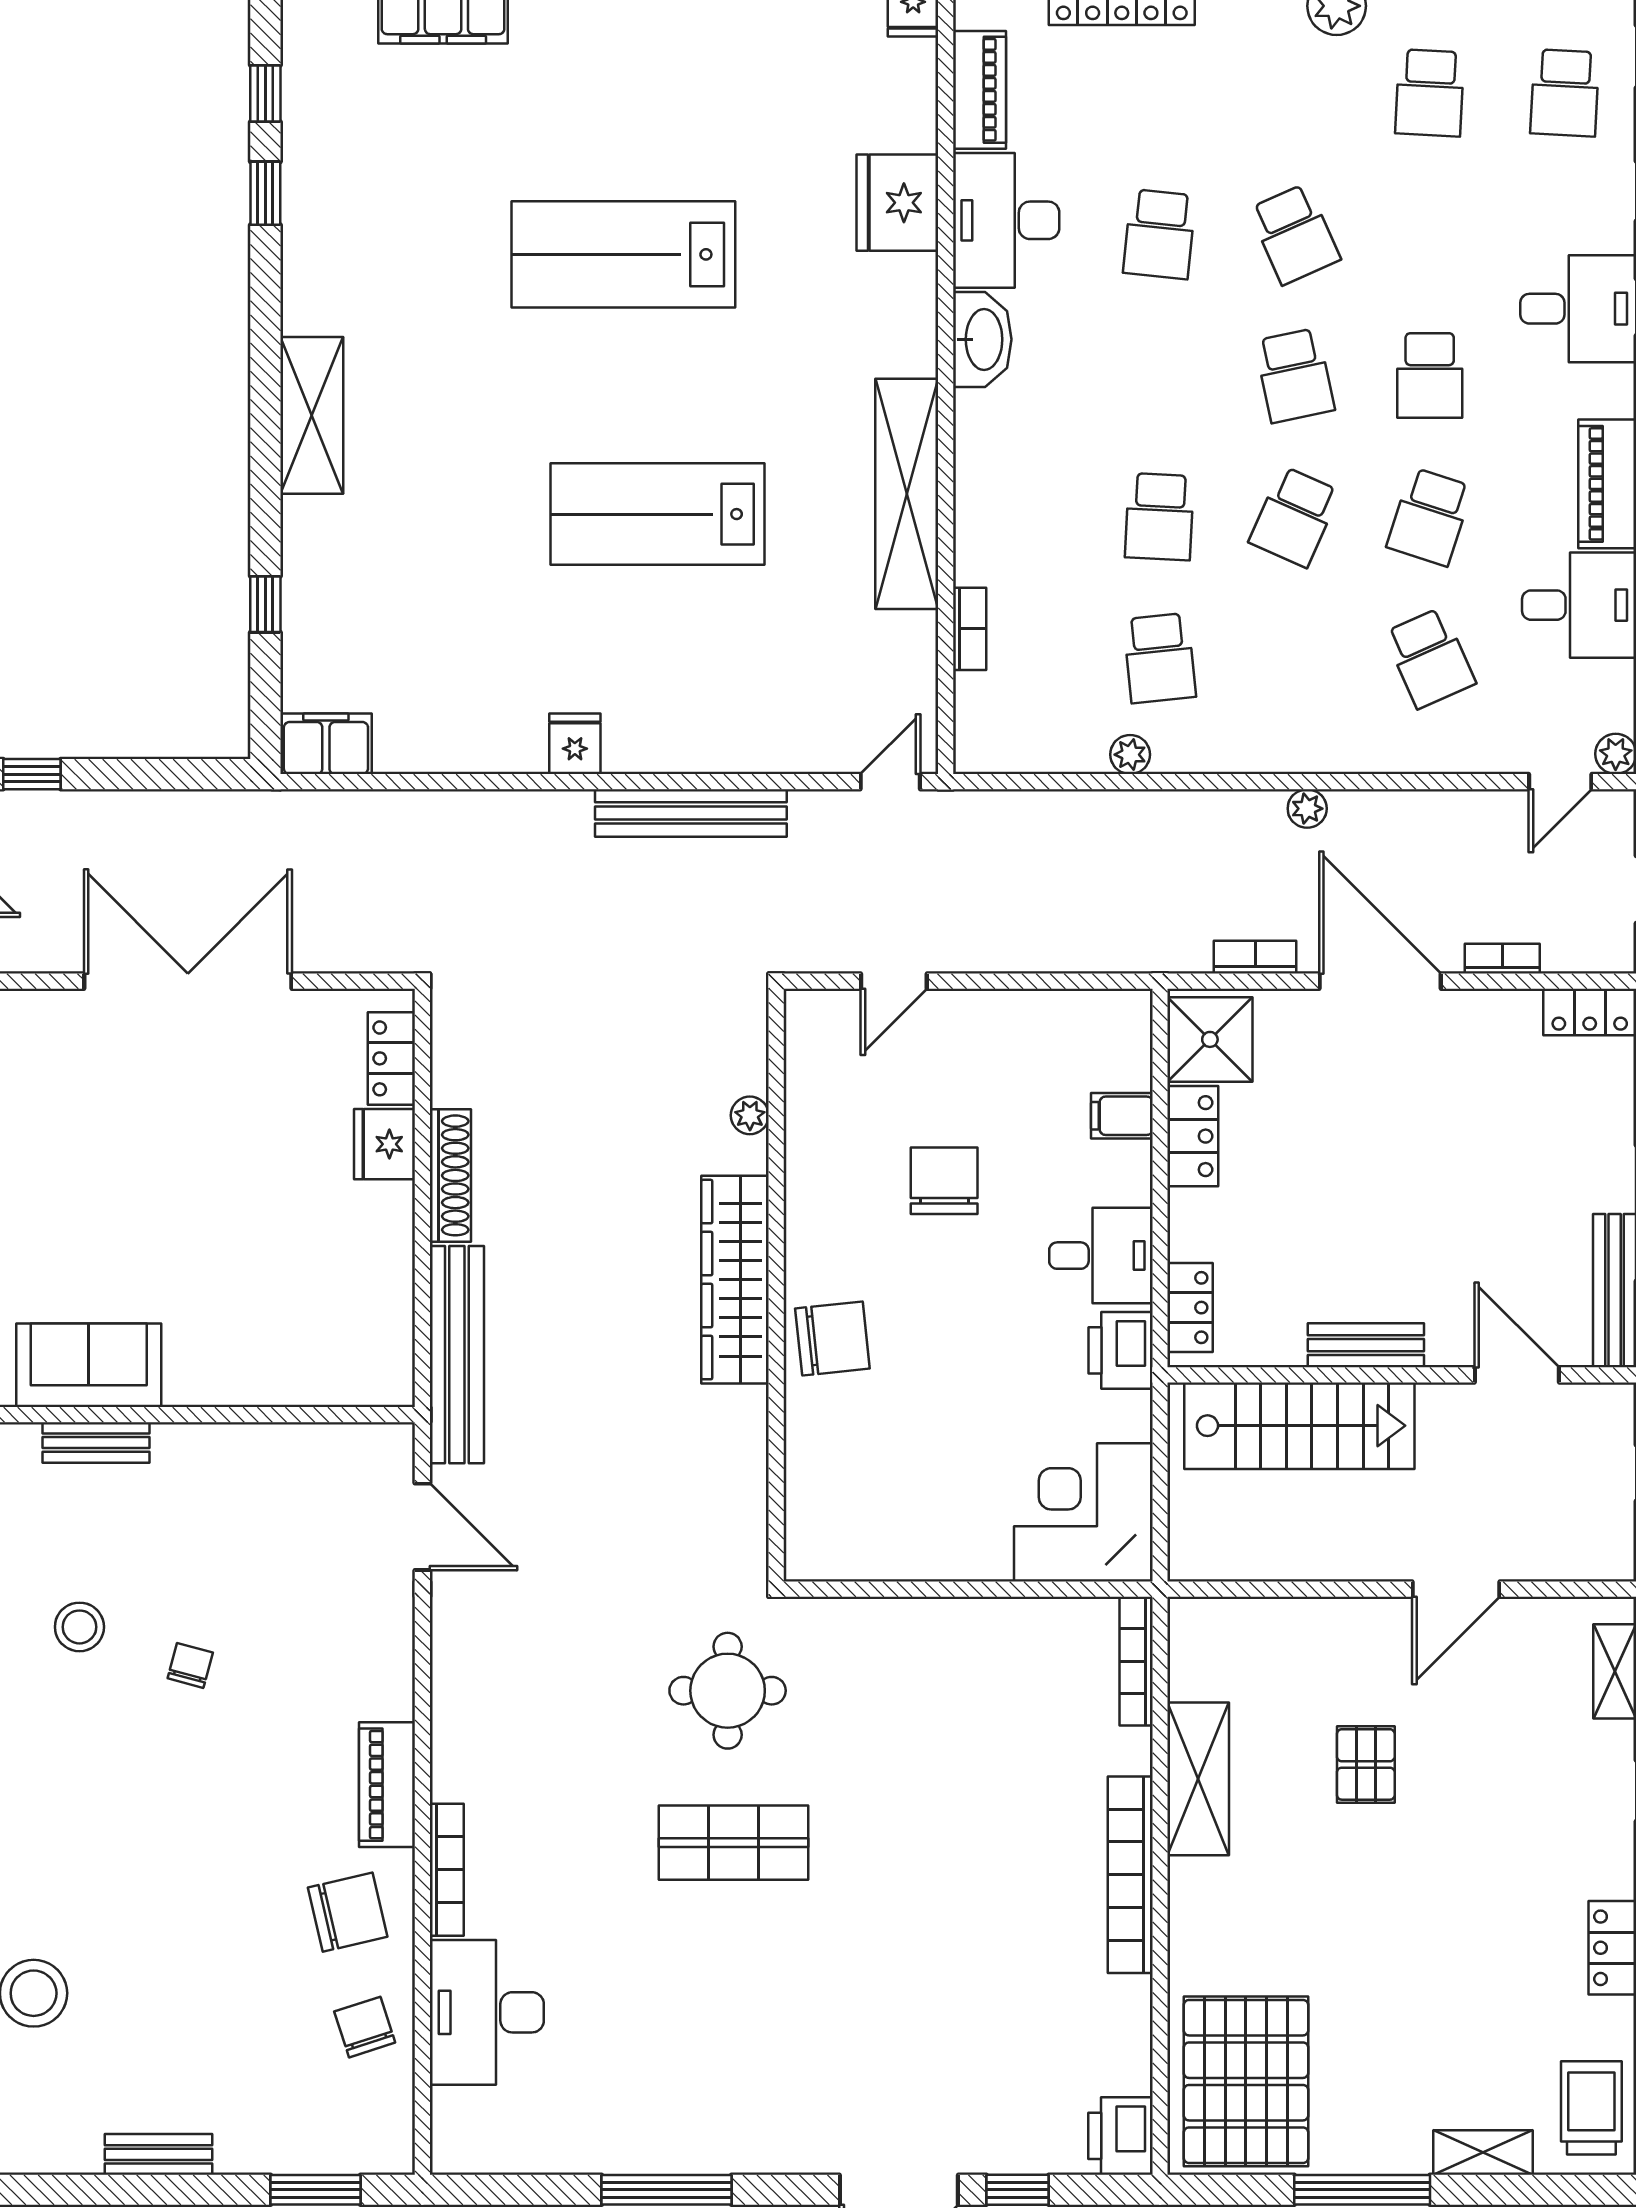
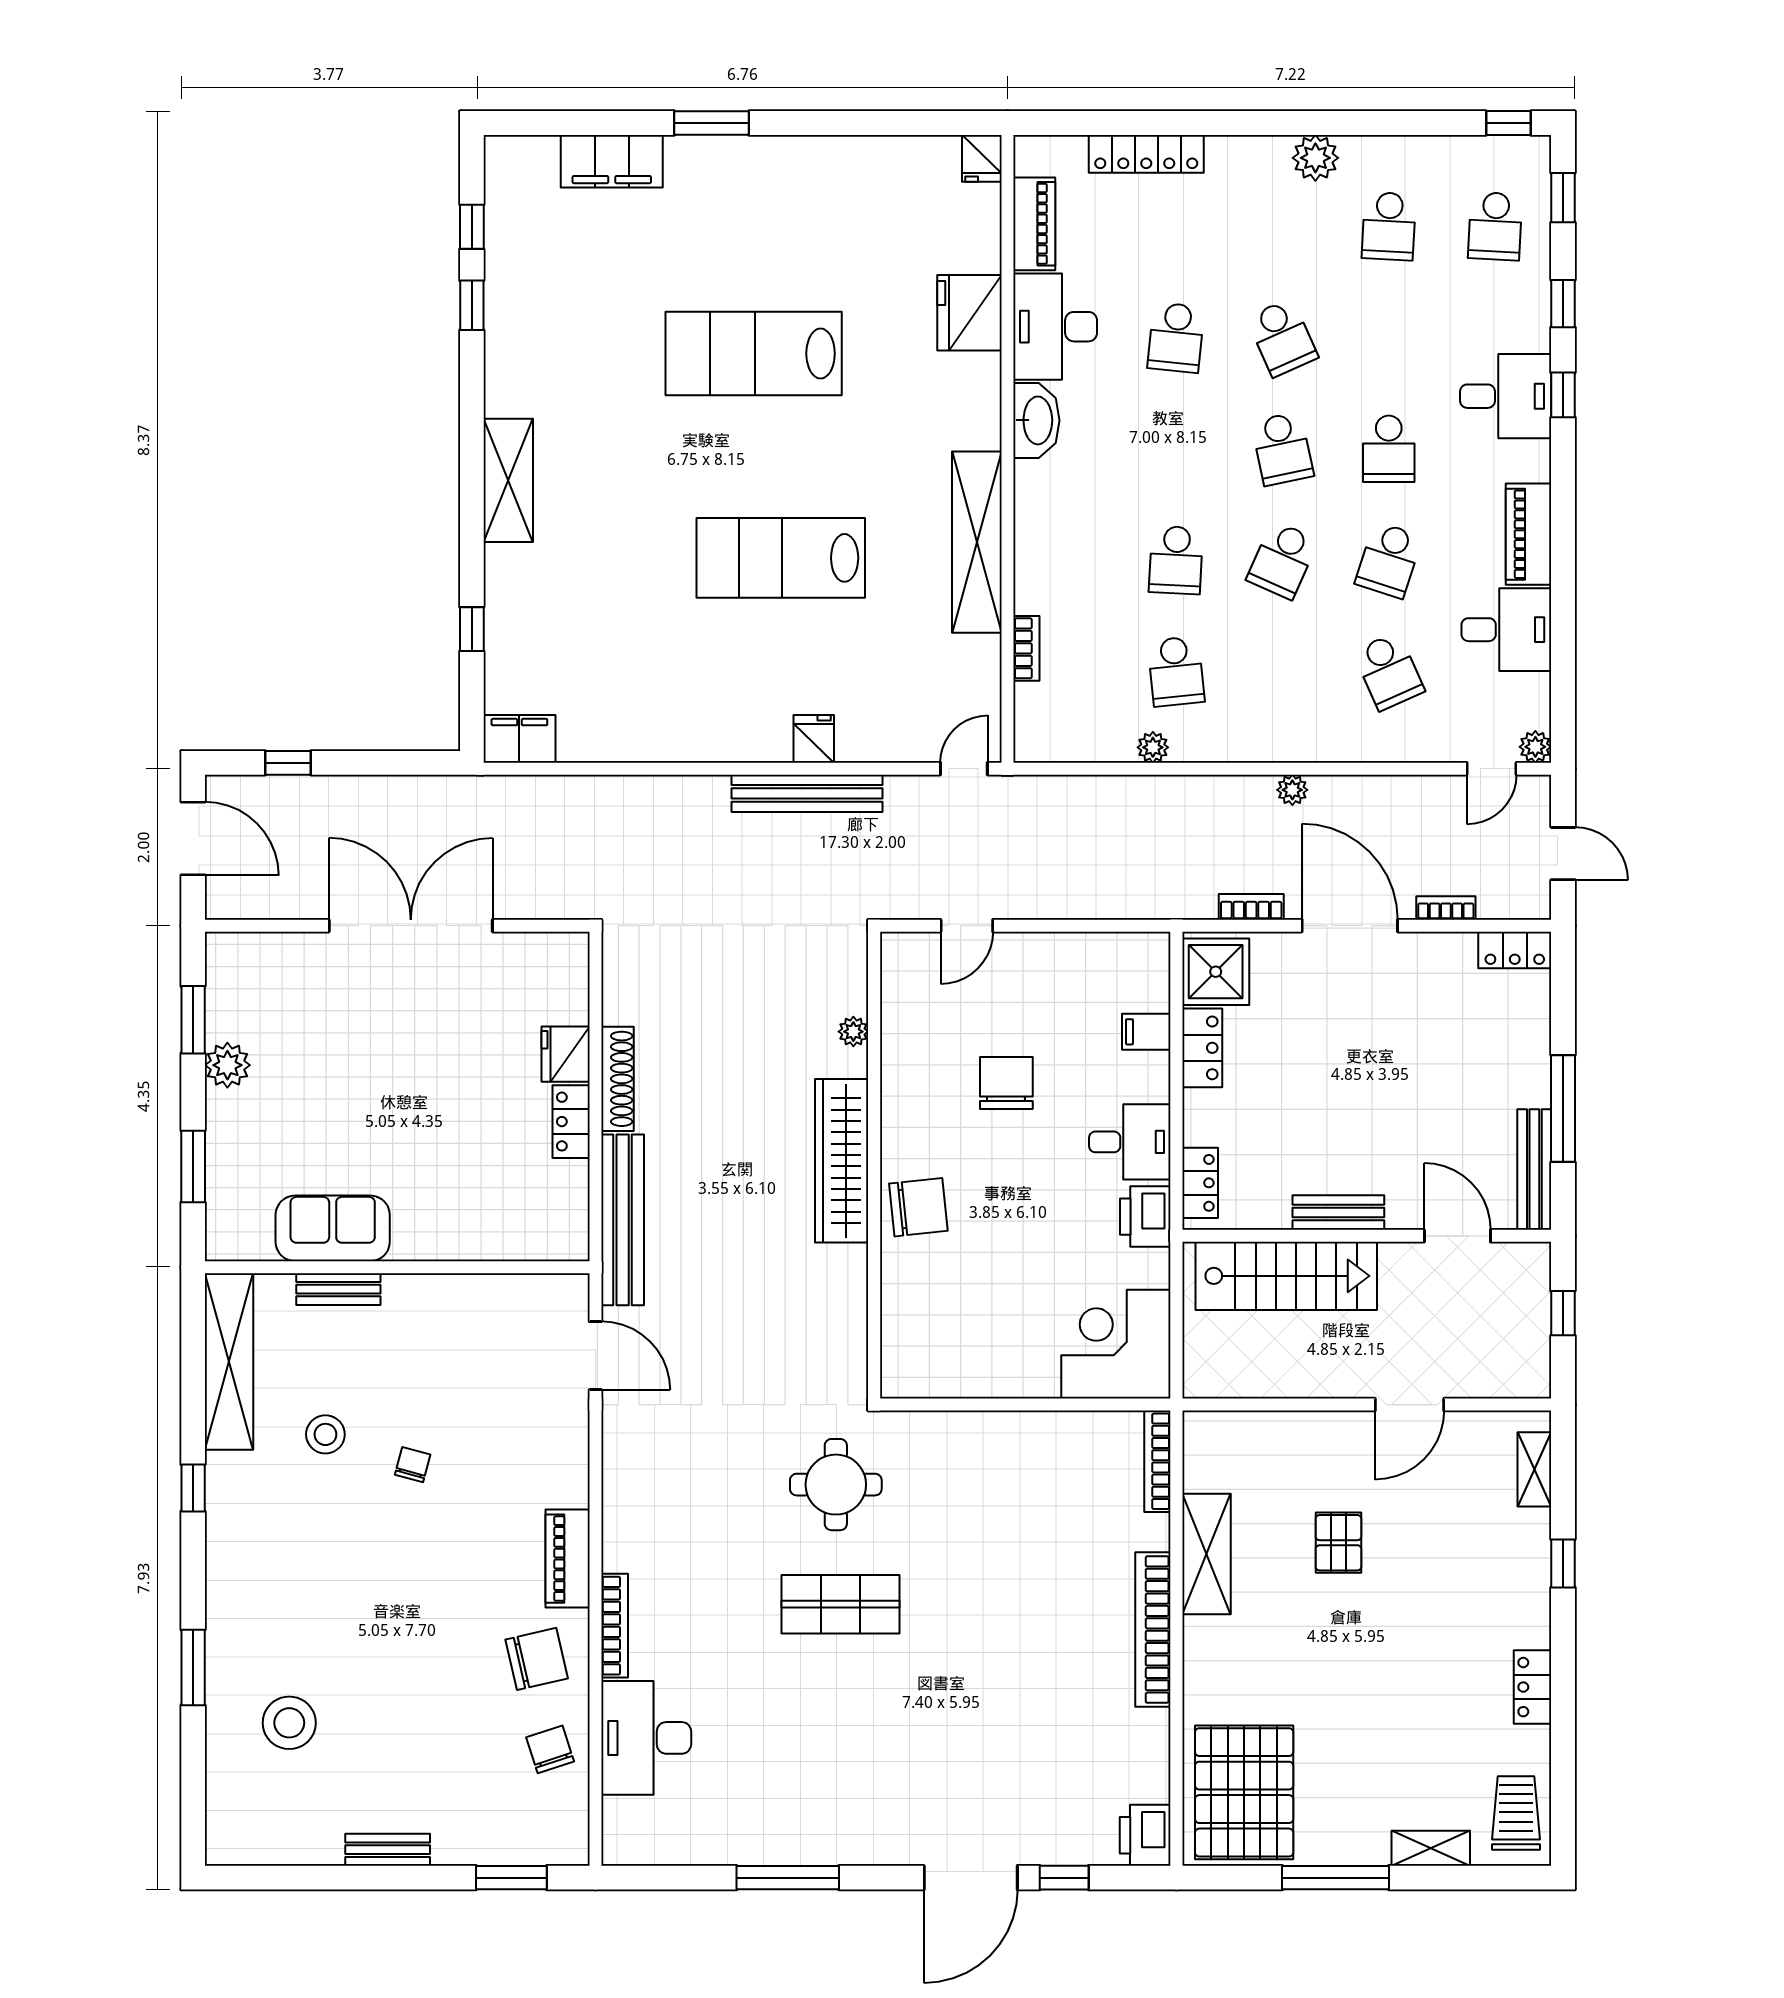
fridge: (575, 744) -> (814, 739), moved
locker: (391, 1058) -> (571, 1122), moved

